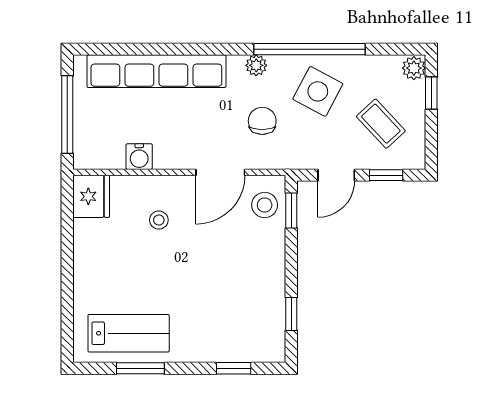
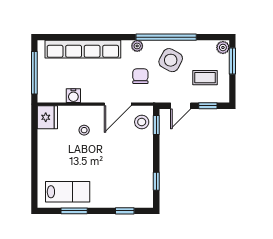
window: (431, 93) -> (232, 61), width x1.50
coffee table: (381, 124) -> (205, 78), turned -47

